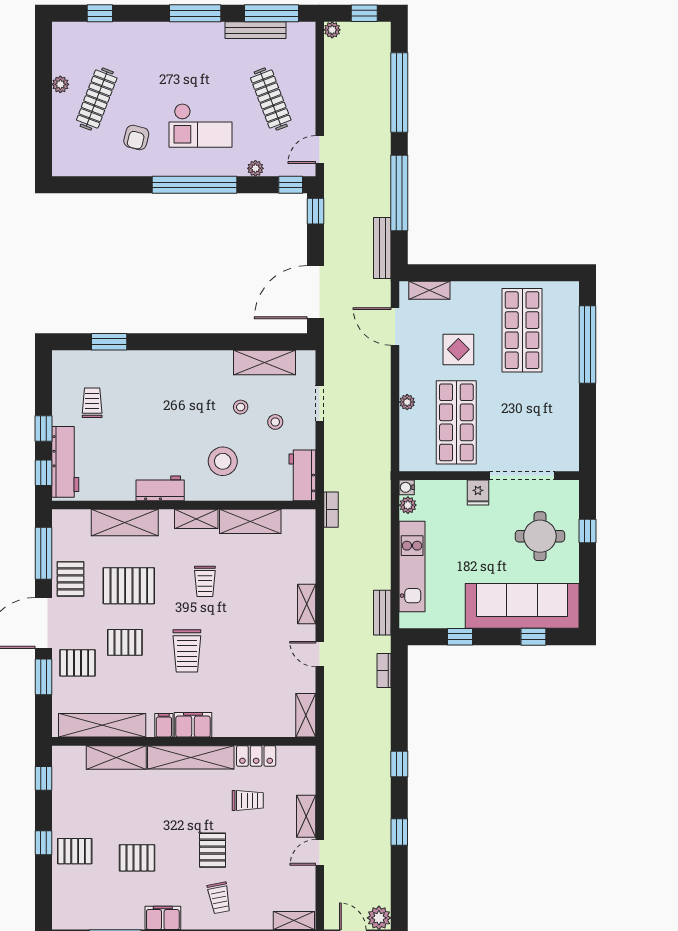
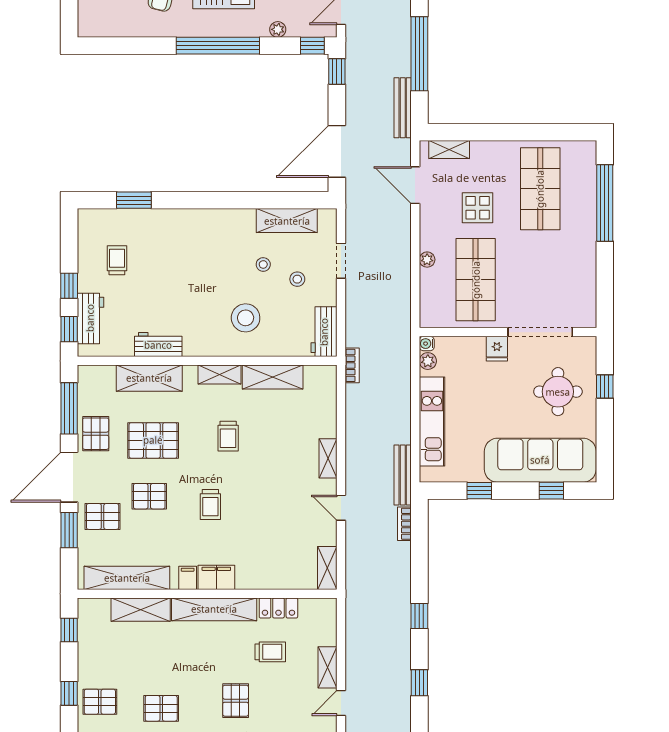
workbench: (65, 462) -> (90, 318), width x0.73
workbench: (160, 488) -> (158, 345), moved
bench: (382, 613) -> (403, 475), width x1.36
trolley: (187, 651) -> (210, 505), width x0.73, depth x0.72

